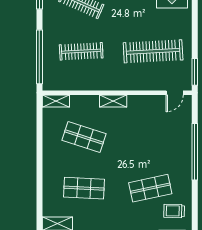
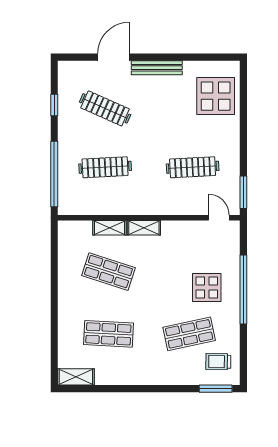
clothes rail: (153, 51) -> (193, 167), width x0.73, depth x0.76
door: (175, 93) -> (219, 218), swing flipped
shelving: (56, 101) -> (110, 228), moved
display table: (165, 150) -> (207, 288), added

